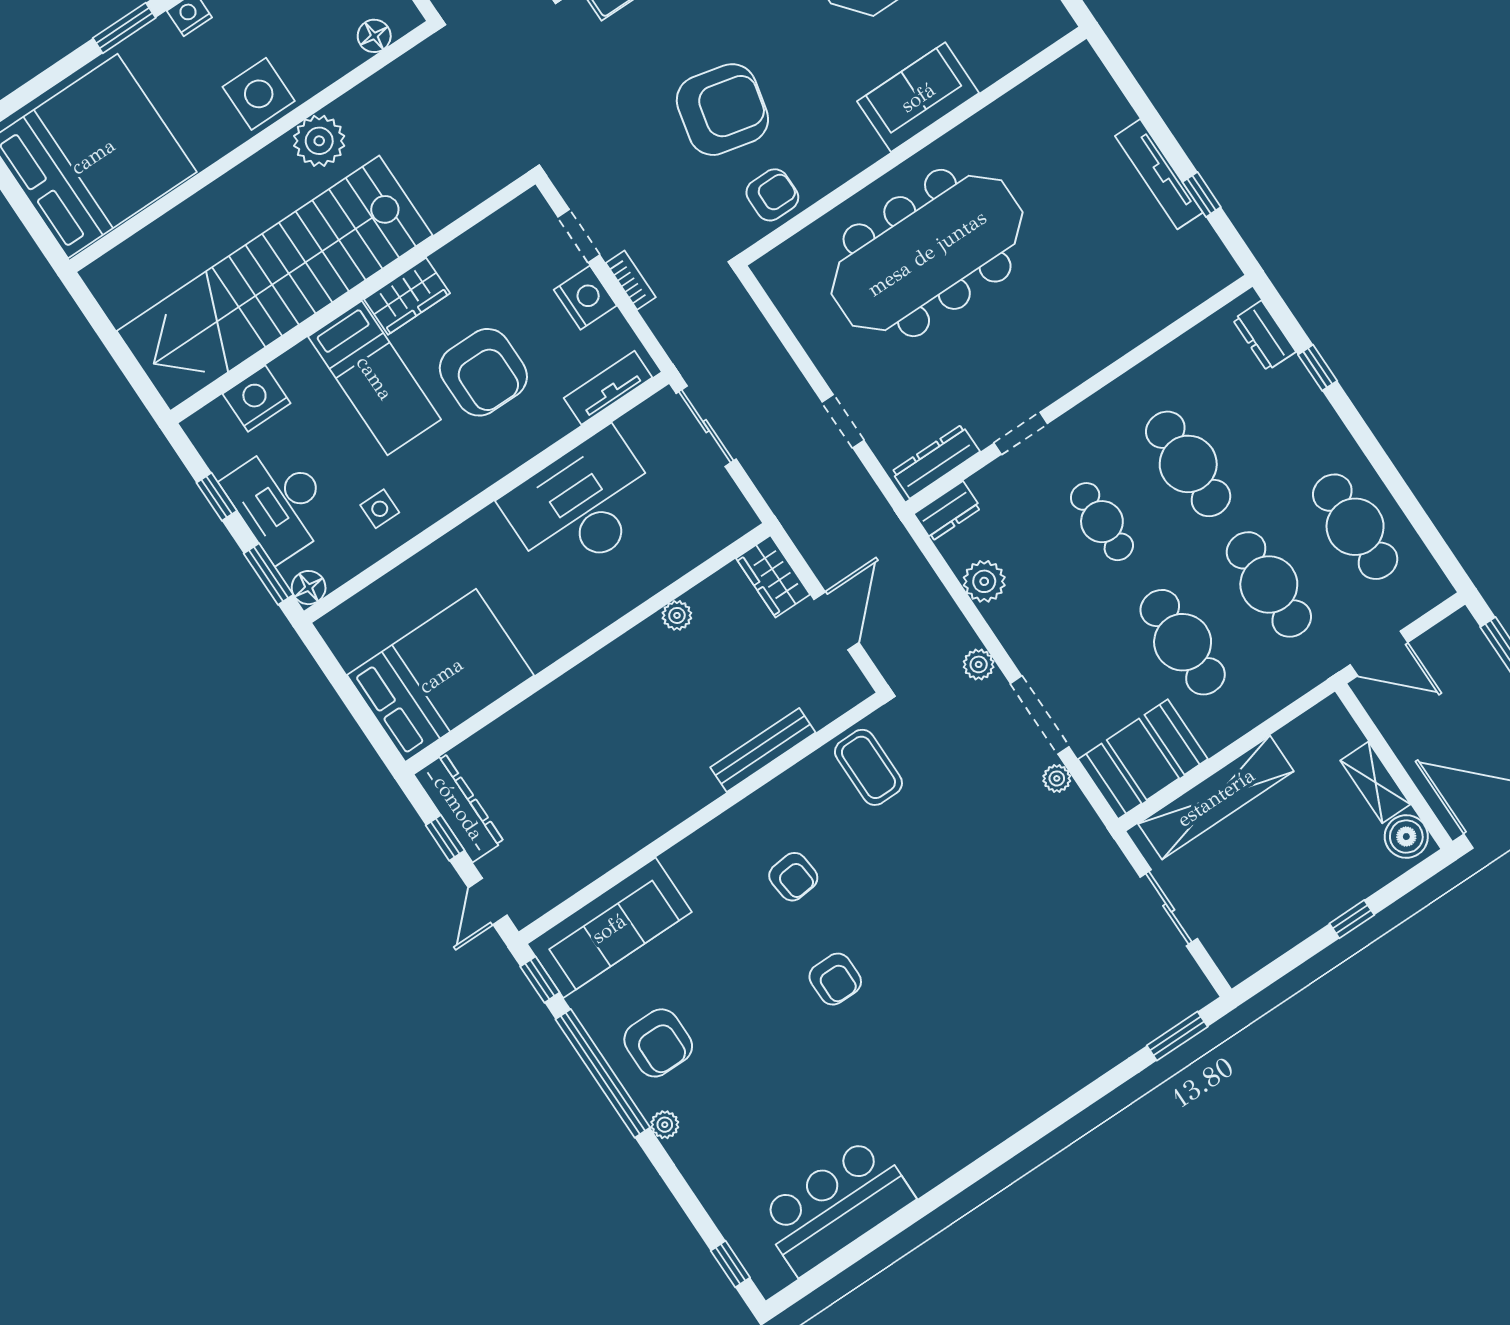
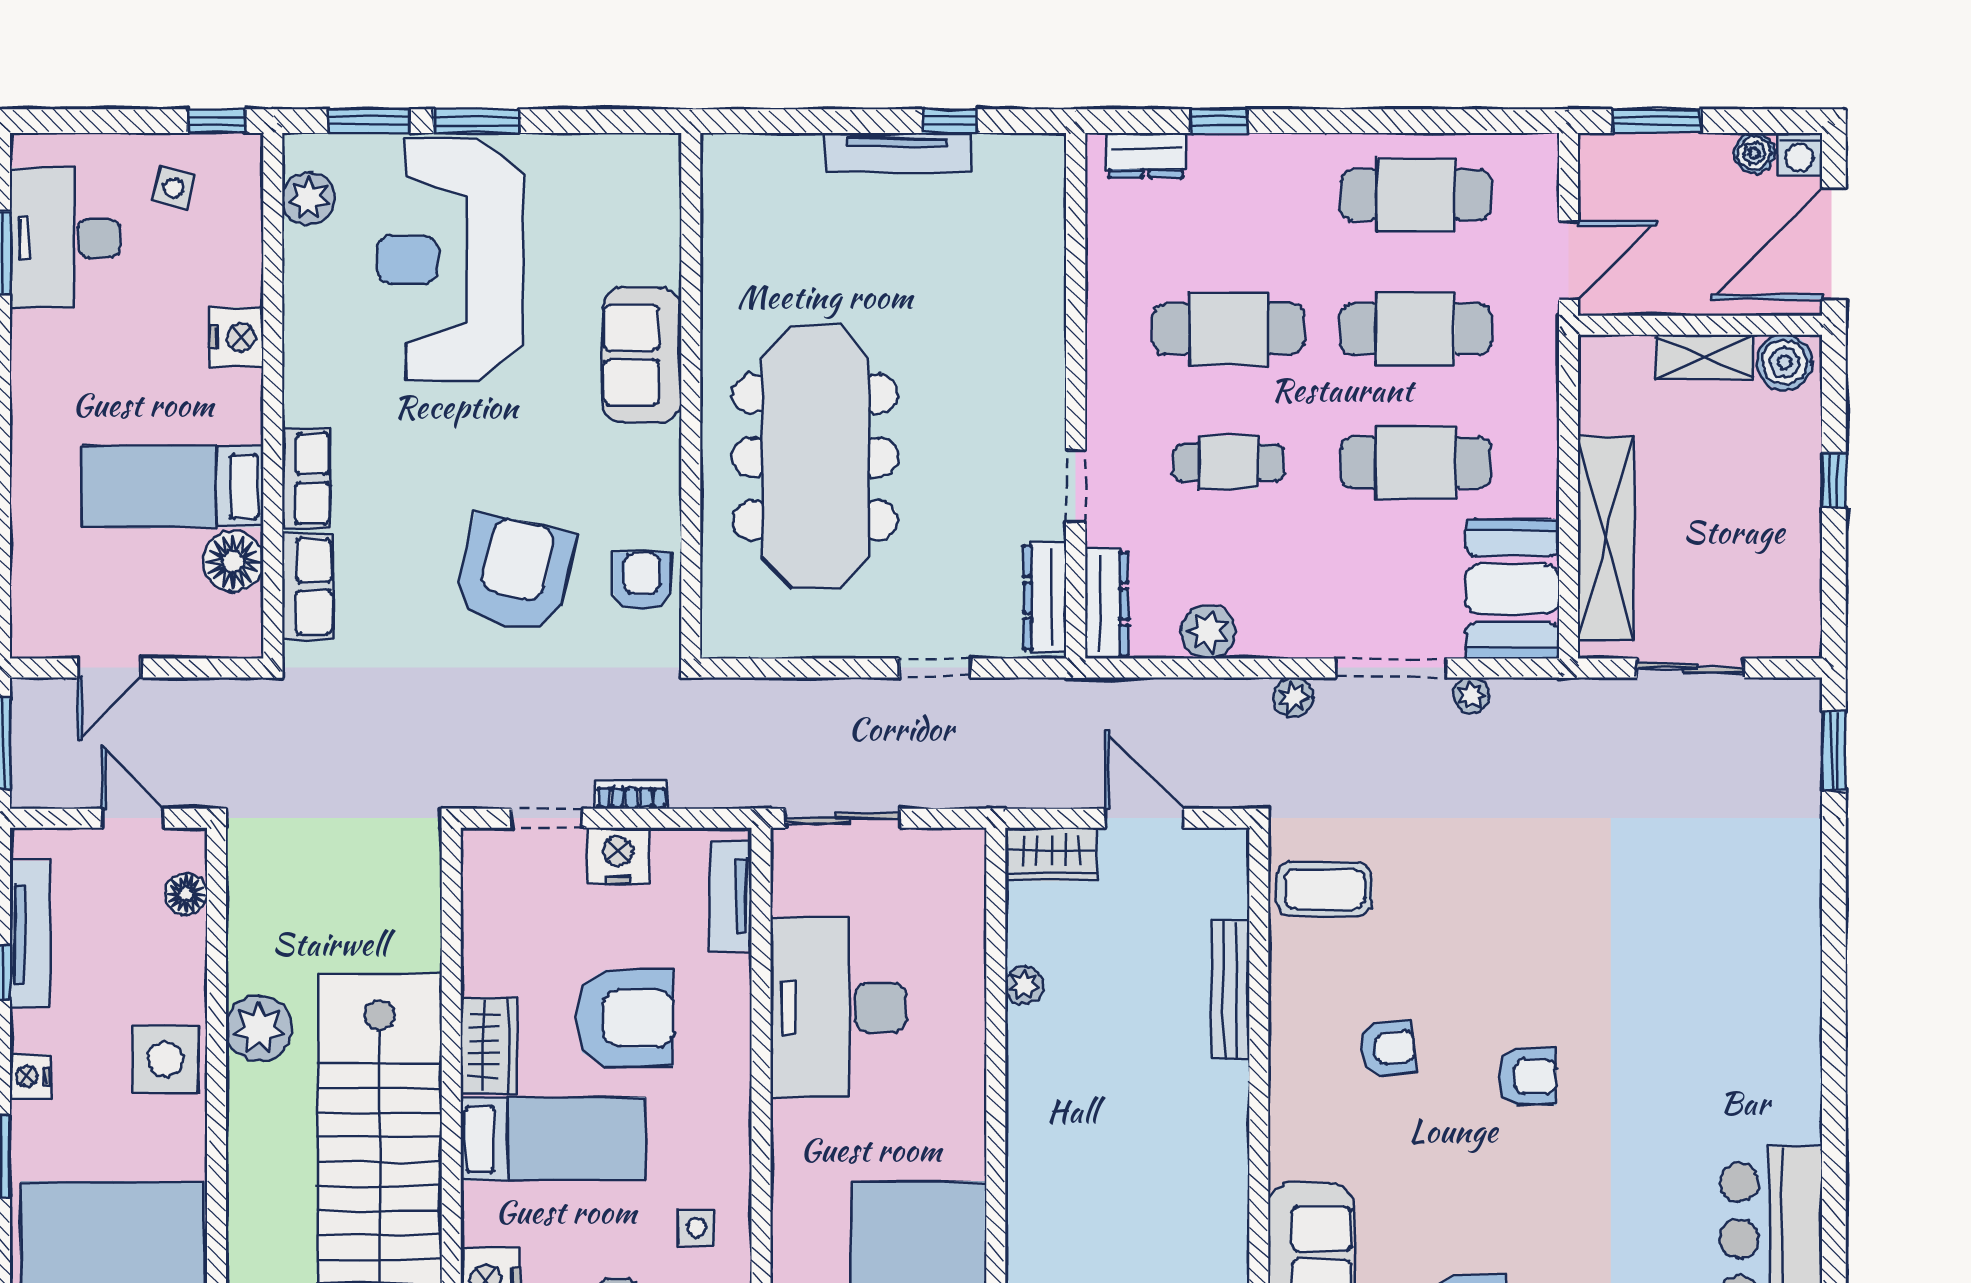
dresser: (947, 511) -> (1106, 604), width x1.44

